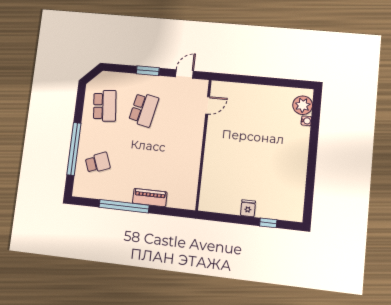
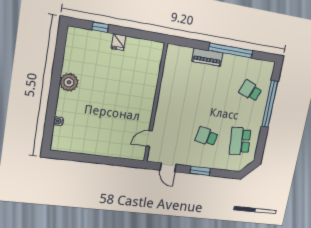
door: (184, 74) -> (168, 167), hinge flipped
plant: (303, 105) -> (69, 82), moved
school desk: (144, 110) -> (206, 137), width x0.54
school desk: (98, 163) -> (250, 91), turned 42

